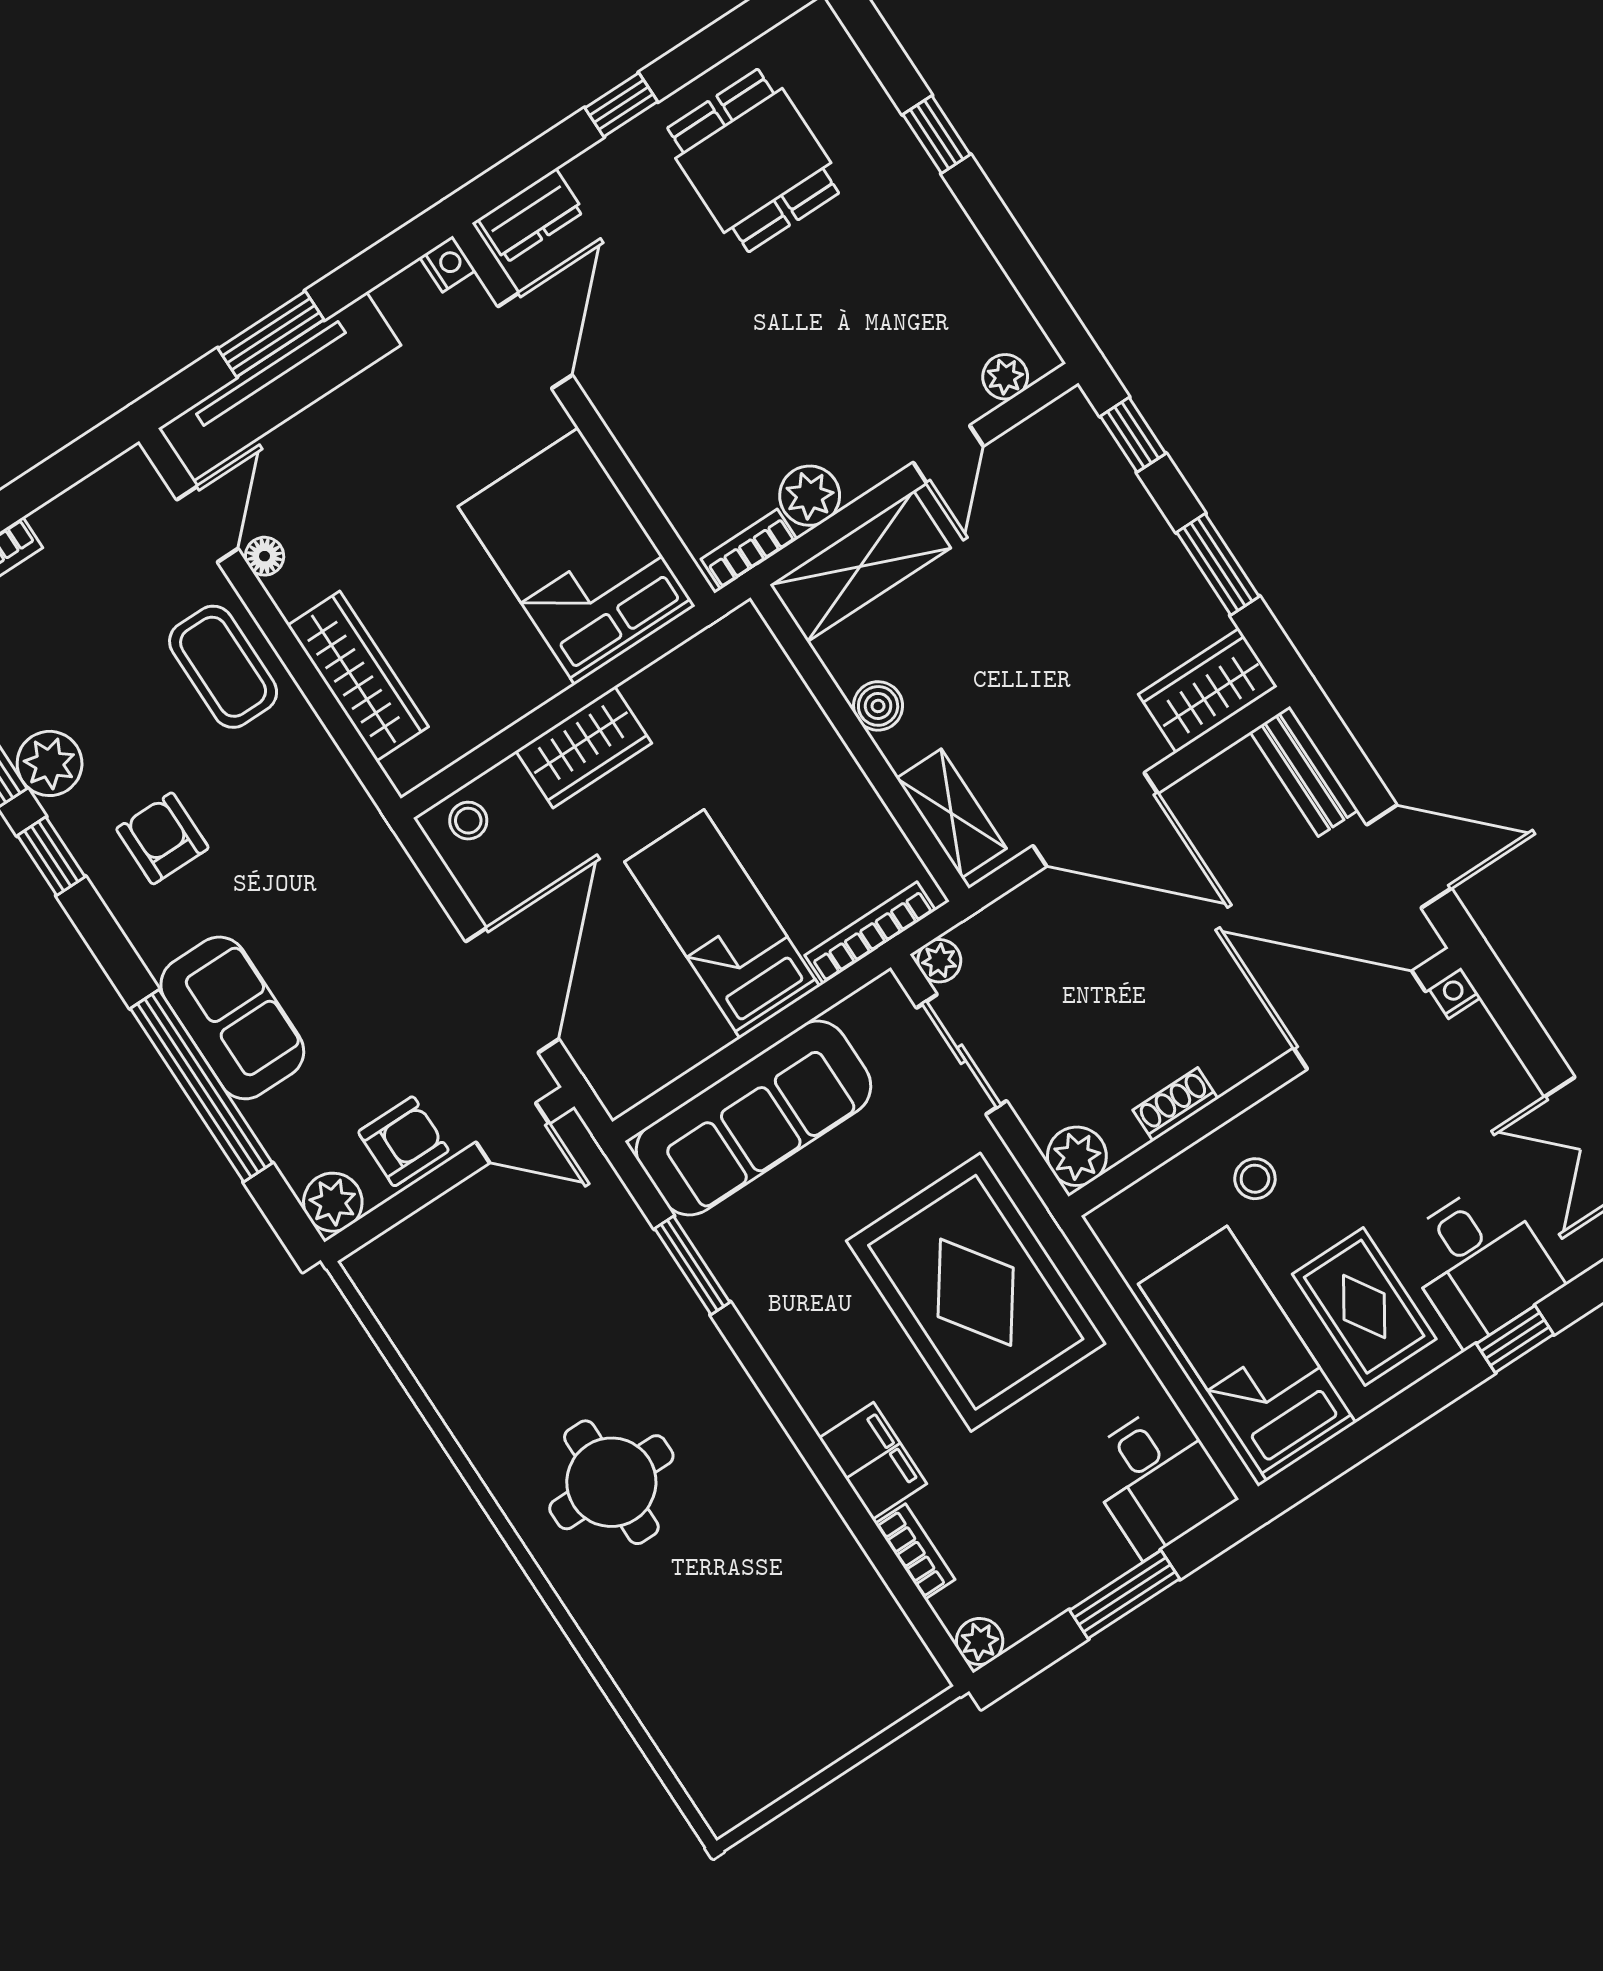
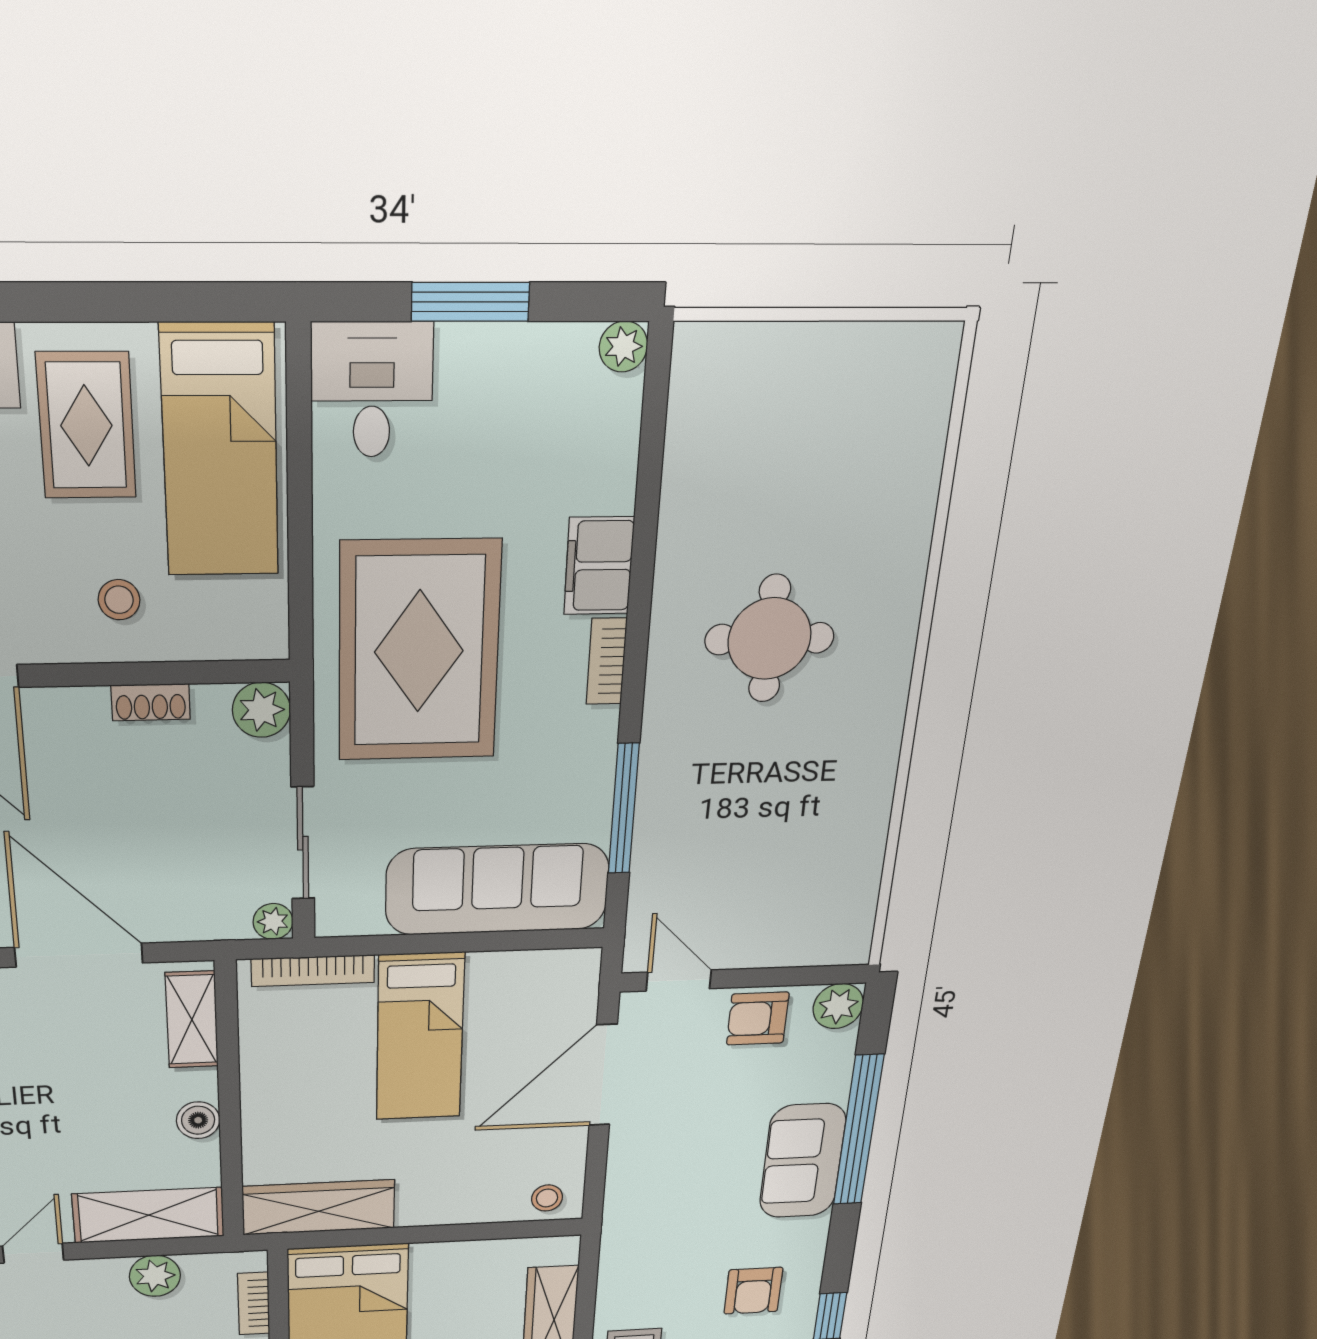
bookcase: (749, 549) -> (254, 1303), moved, turned 90
wardrobe: (584, 747) -> (319, 1207), moved, width x1.50
window: (692, 1265) -> (624, 809), width x1.44
round table: (611, 1482) -> (769, 639), moved
bookcase: (915, 1552) -> (607, 661), moved

